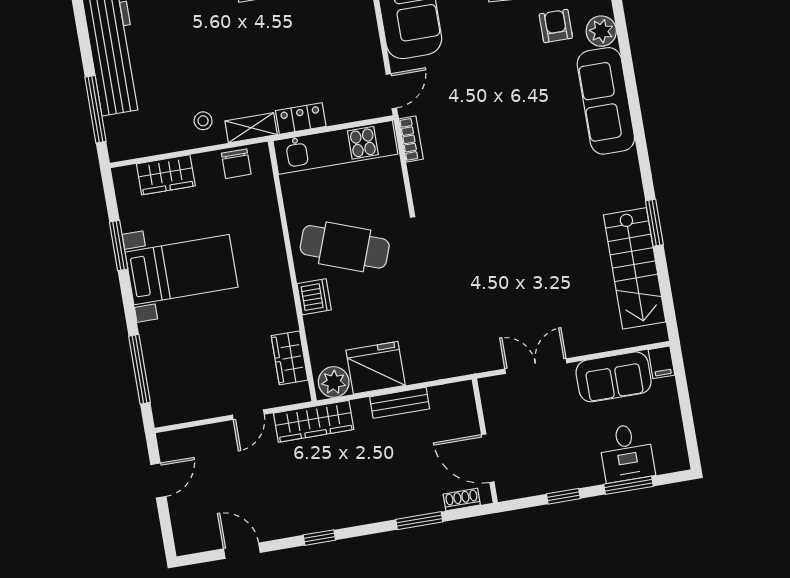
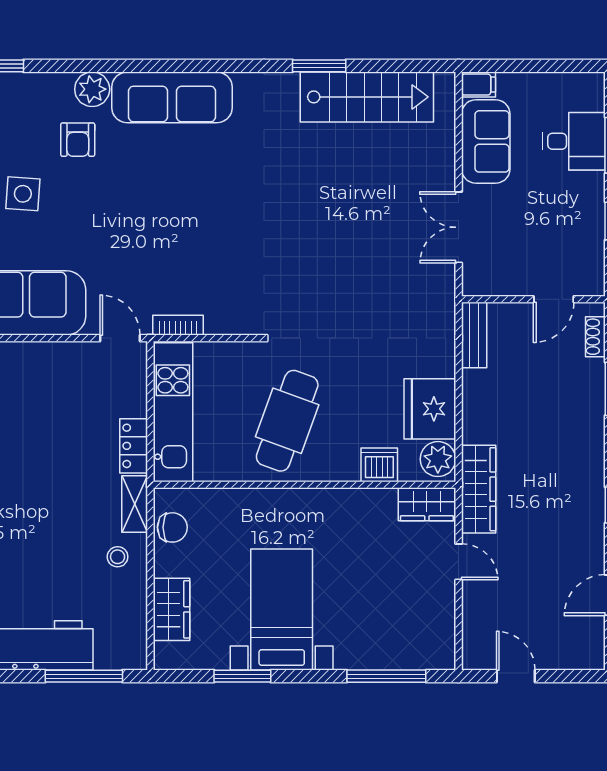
armchair: (556, 26) -> (78, 140), turned -90
dishwasher: (314, 297) -> (379, 465), moved
wardrobe: (290, 358) -> (427, 504), moved
bench: (400, 403) -> (474, 335), moved
door: (488, 458) -> (554, 299), width x0.73

